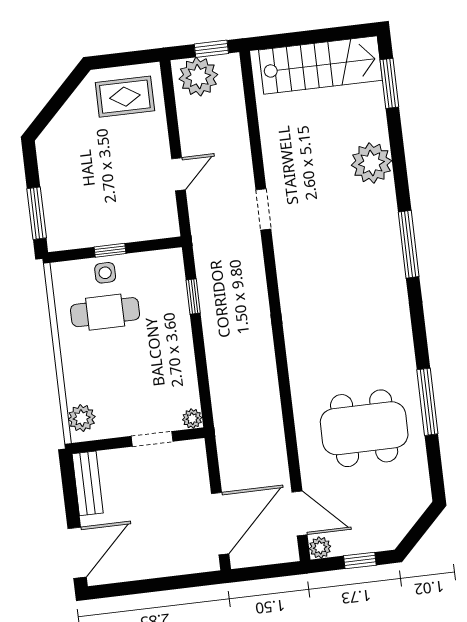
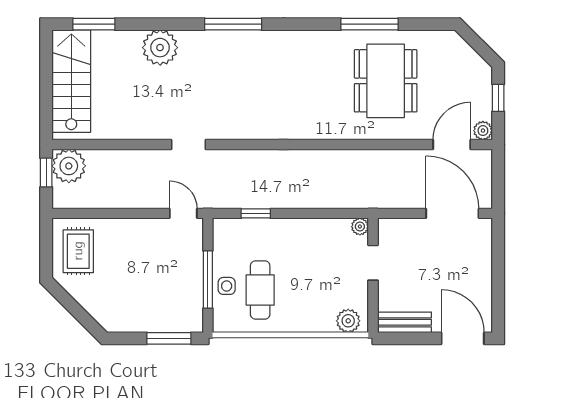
plant: (198, 77) -> (69, 166), moved
door: (178, 174) -> (183, 213), moved
window: (110, 250) -> (208, 279), width x2.17

